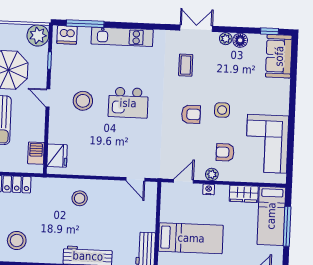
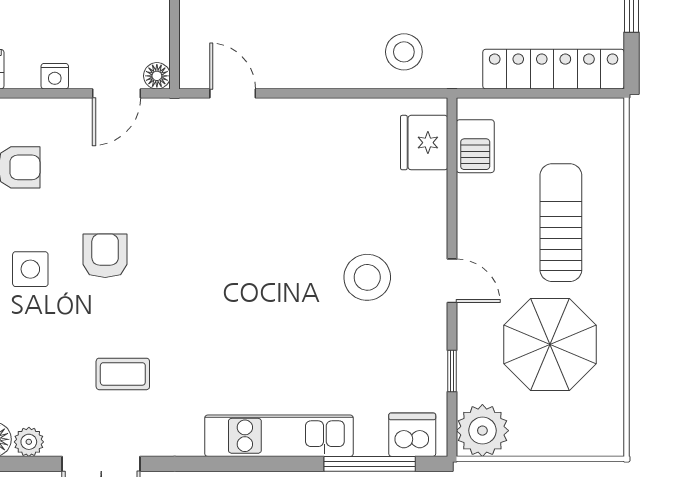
coffee table: (186, 65) -> (123, 374), turned 90
kitchen island: (128, 103) -> (258, 278), removed
armchair: (191, 114) -> (105, 256), turned 90
plant: (212, 174) -> (49, 113), removed
floor lamp: (166, 188) -> (157, 76), added
stool: (80, 198) -> (404, 52), moved

